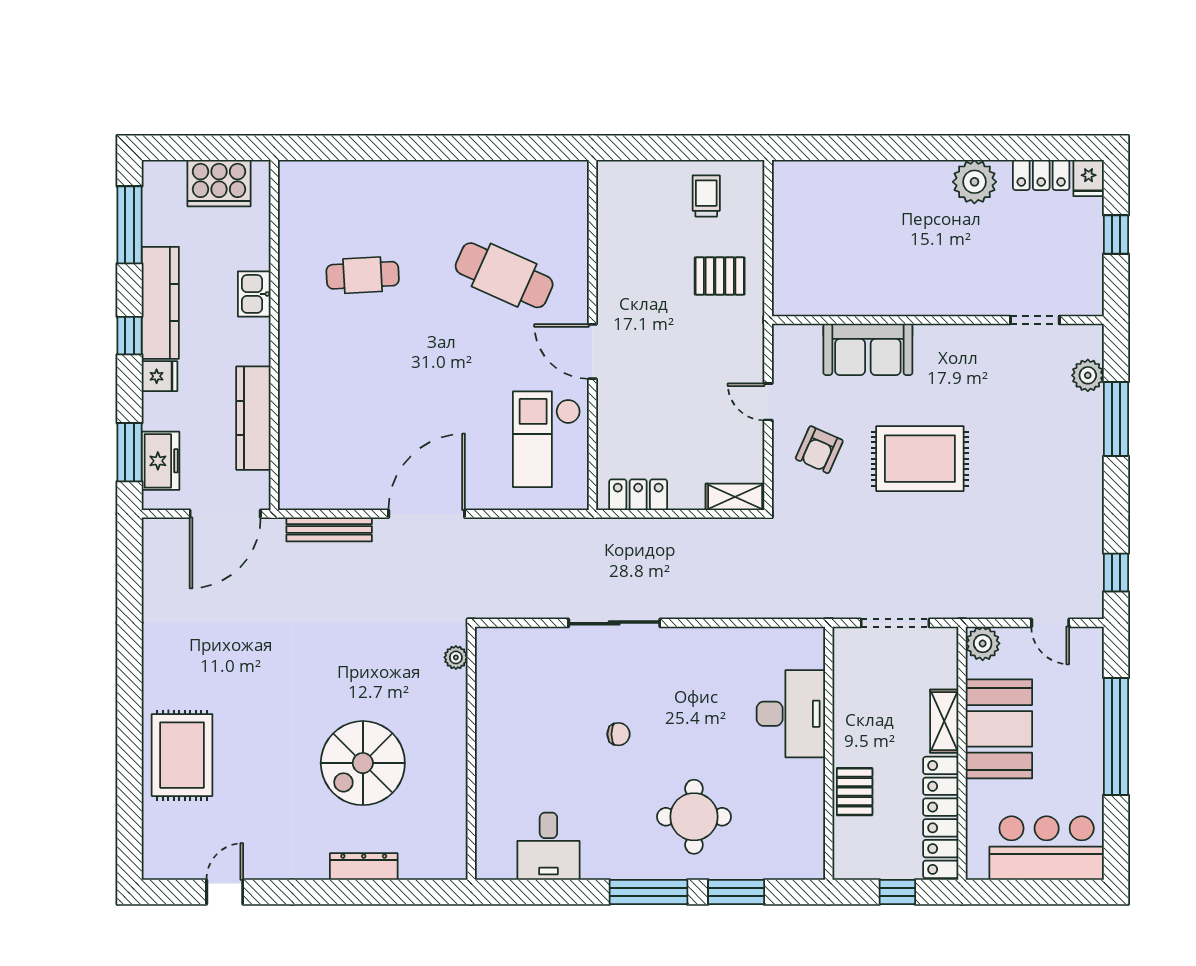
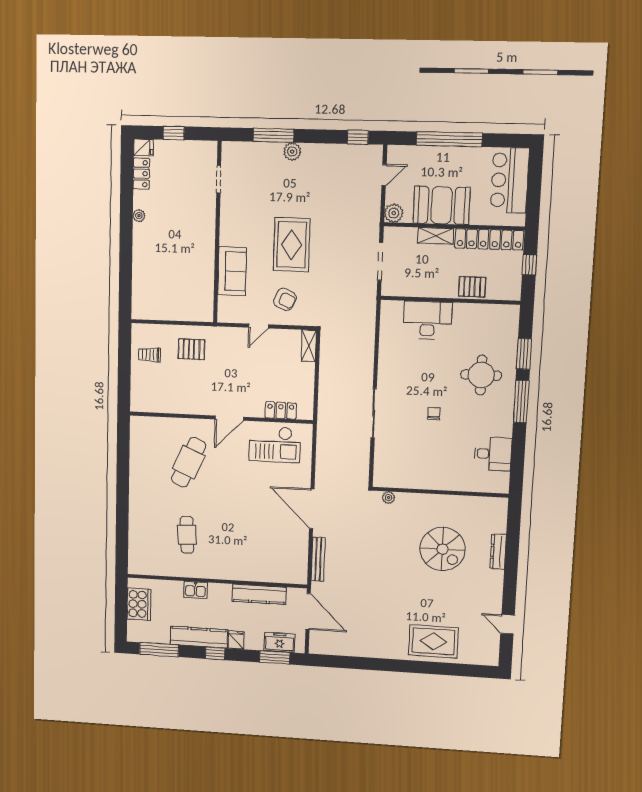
plant: (974, 182) -> (139, 216), width x0.53, depth x0.53
pallet: (720, 276) -> (191, 349), turned 90
plant: (1088, 375) -> (292, 152), moved
locker: (638, 495) -> (281, 410), moved, turned 90

